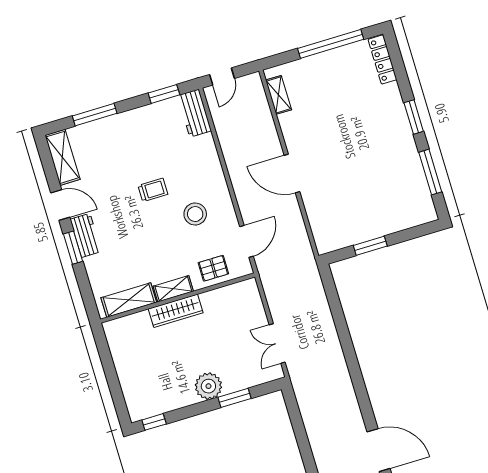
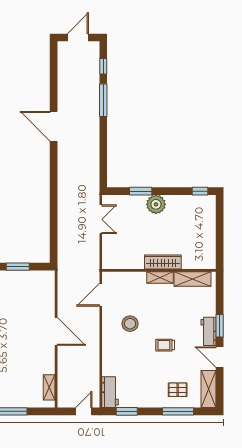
trolley: (153, 190) -> (165, 345), moved
pallet: (213, 268) -> (178, 390), moved

